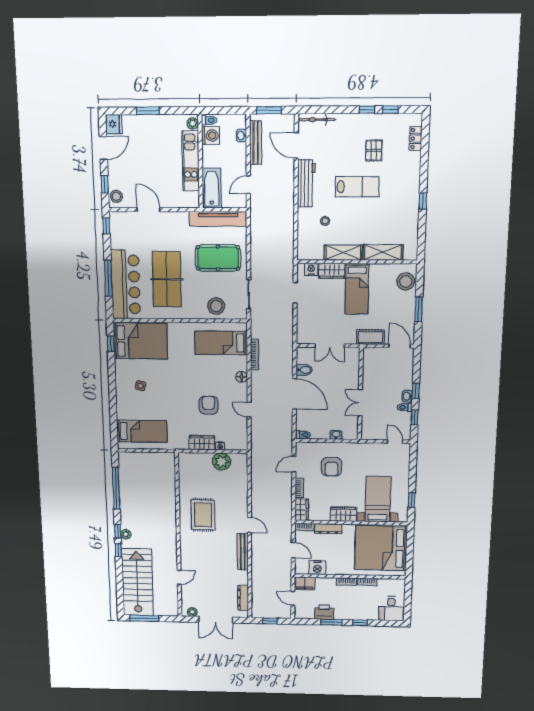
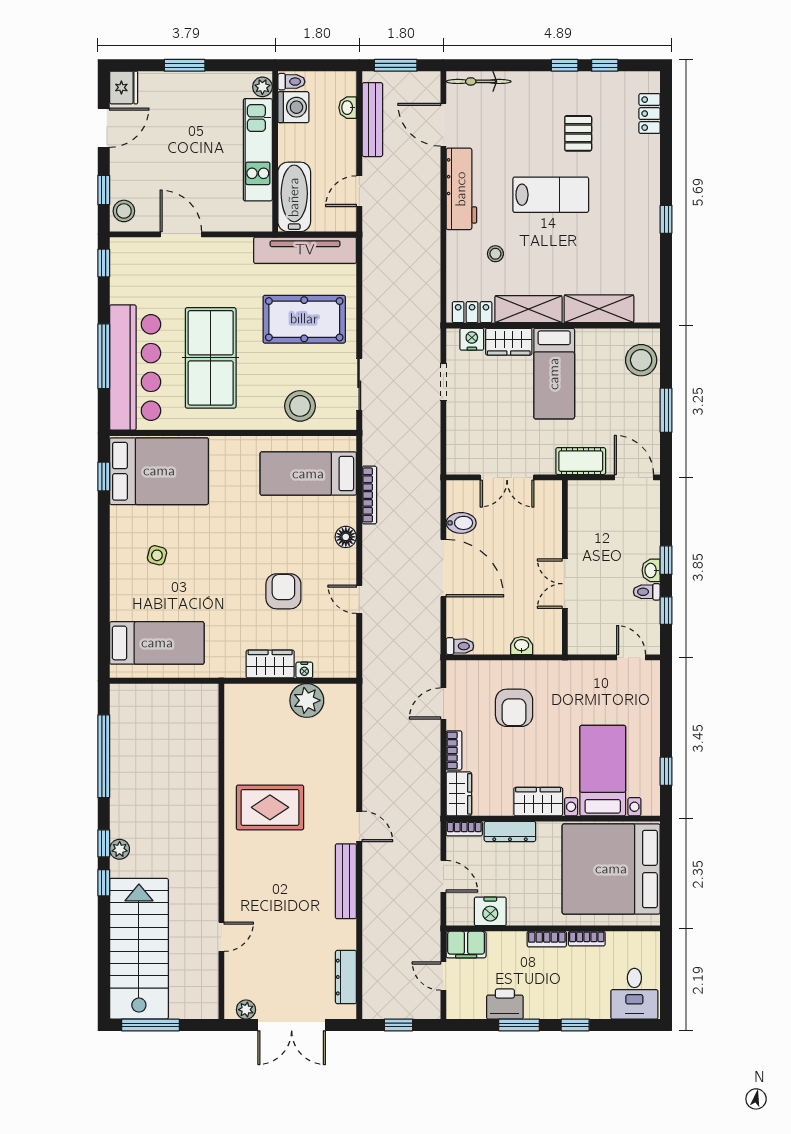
locker: (311, 254) -> (472, 312), added
rug: (203, 515) -> (270, 807), turned 90

